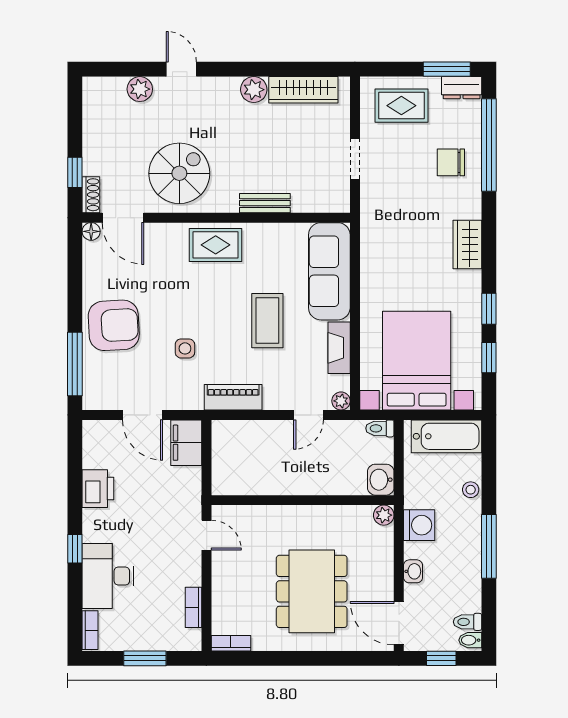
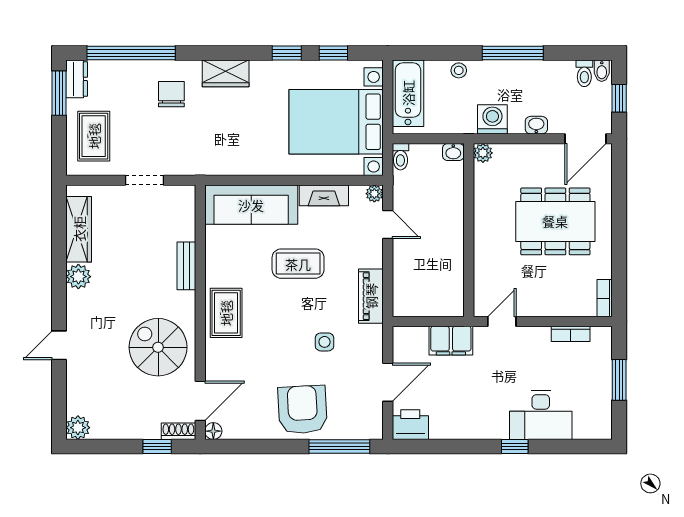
plant: (140, 89) -> (78, 428), moved
chair: (451, 162) -> (171, 94), moved, turned 180
filing cabinet: (186, 443) -> (451, 341), moved
washbasin: (381, 480) -> (453, 152), width x0.72, depth x0.69
printer: (98, 489) -> (410, 425), moved
bookcase: (90, 630) -> (592, 432), removed

